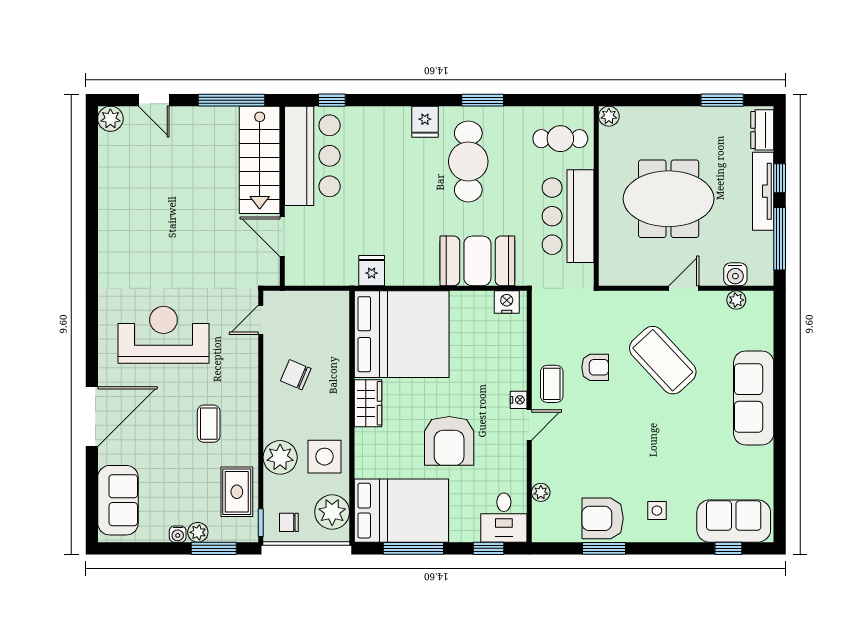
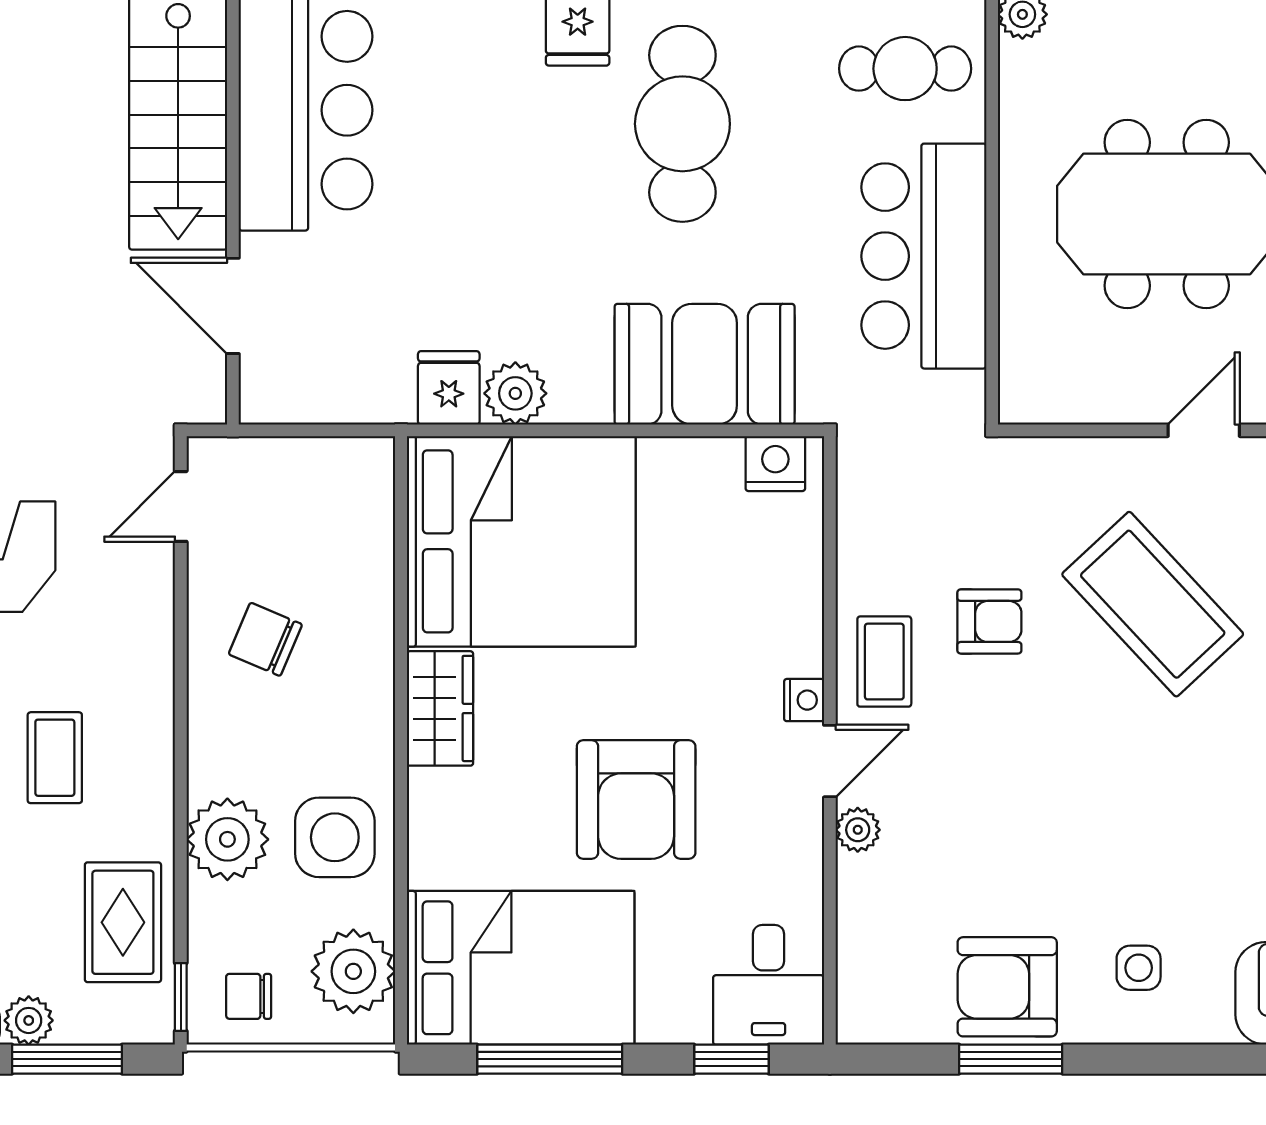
plant: (399, 273) -> (515, 393), added
plant: (541, 492) -> (858, 830), moved

